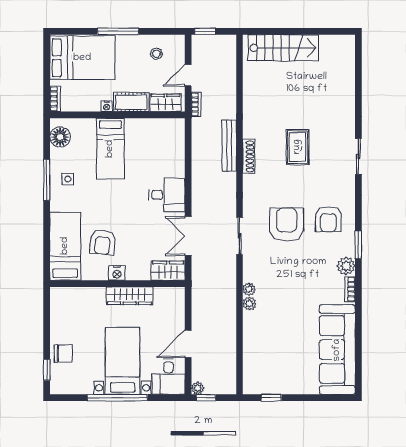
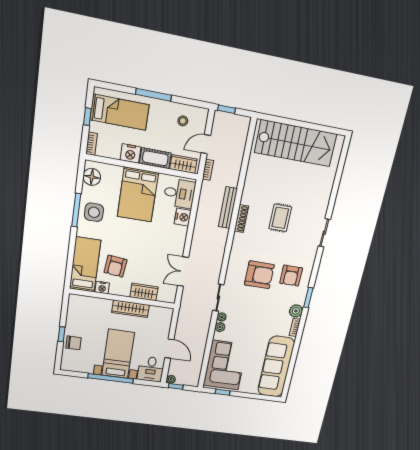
stairs: (283, 48) -> (296, 143), width x1.36, depth x1.51
bed: (82, 58) -> (120, 112), width x0.67
window: (47, 69) -> (87, 117), added
nightstand: (107, 106) -> (130, 154), width x1.89, depth x1.79
bed: (110, 149) -> (138, 195), width x1.50
nightstand: (176, 167) -> (183, 217), added
side table: (68, 179) -> (94, 212), width x1.87, depth x1.87
desk: (167, 195) -> (179, 193), moved
armchair: (287, 225) -> (259, 275), turned 90
sliding door: (239, 236) -> (218, 298), moved
wardrobe: (168, 271) -> (144, 292), moved
nightstand: (117, 273) -> (102, 288), moved
door: (188, 344) -> (169, 349), swing flipped
corner sofa: (267, 357) -> (225, 365), added
window: (47, 370) -> (61, 334), moved

